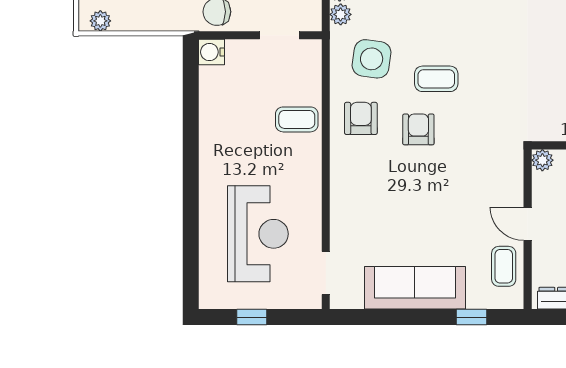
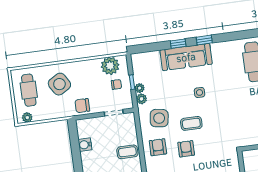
side table: (462, 17) -> (200, 92), added
water cooler: (211, 52) -> (85, 145), moved
plant: (542, 160) -> (247, 155), removed

